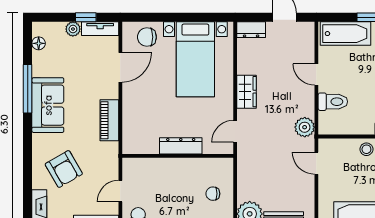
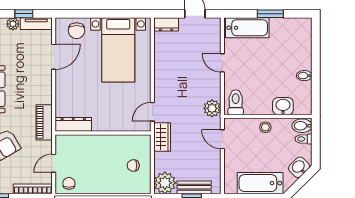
chair: (147, 37) -> (77, 31), turned -90
wardrobe: (247, 92) -> (162, 137), moved
toilet: (333, 102) -> (236, 102), moved, turned -90
piano: (109, 120) -> (44, 122), moved
dresser: (181, 146) -> (73, 124), moved

